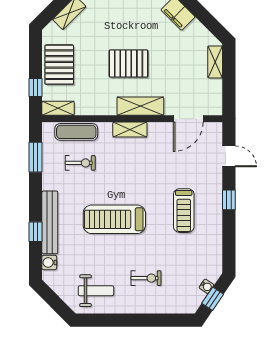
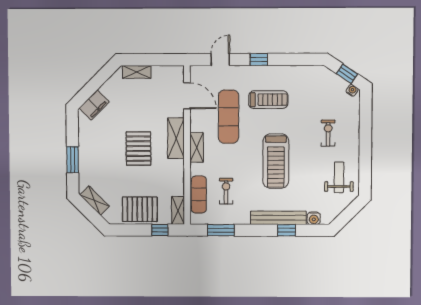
exercise mat: (165, 166) -> (229, 117), added
water cooler: (207, 286) -> (352, 90), moved

